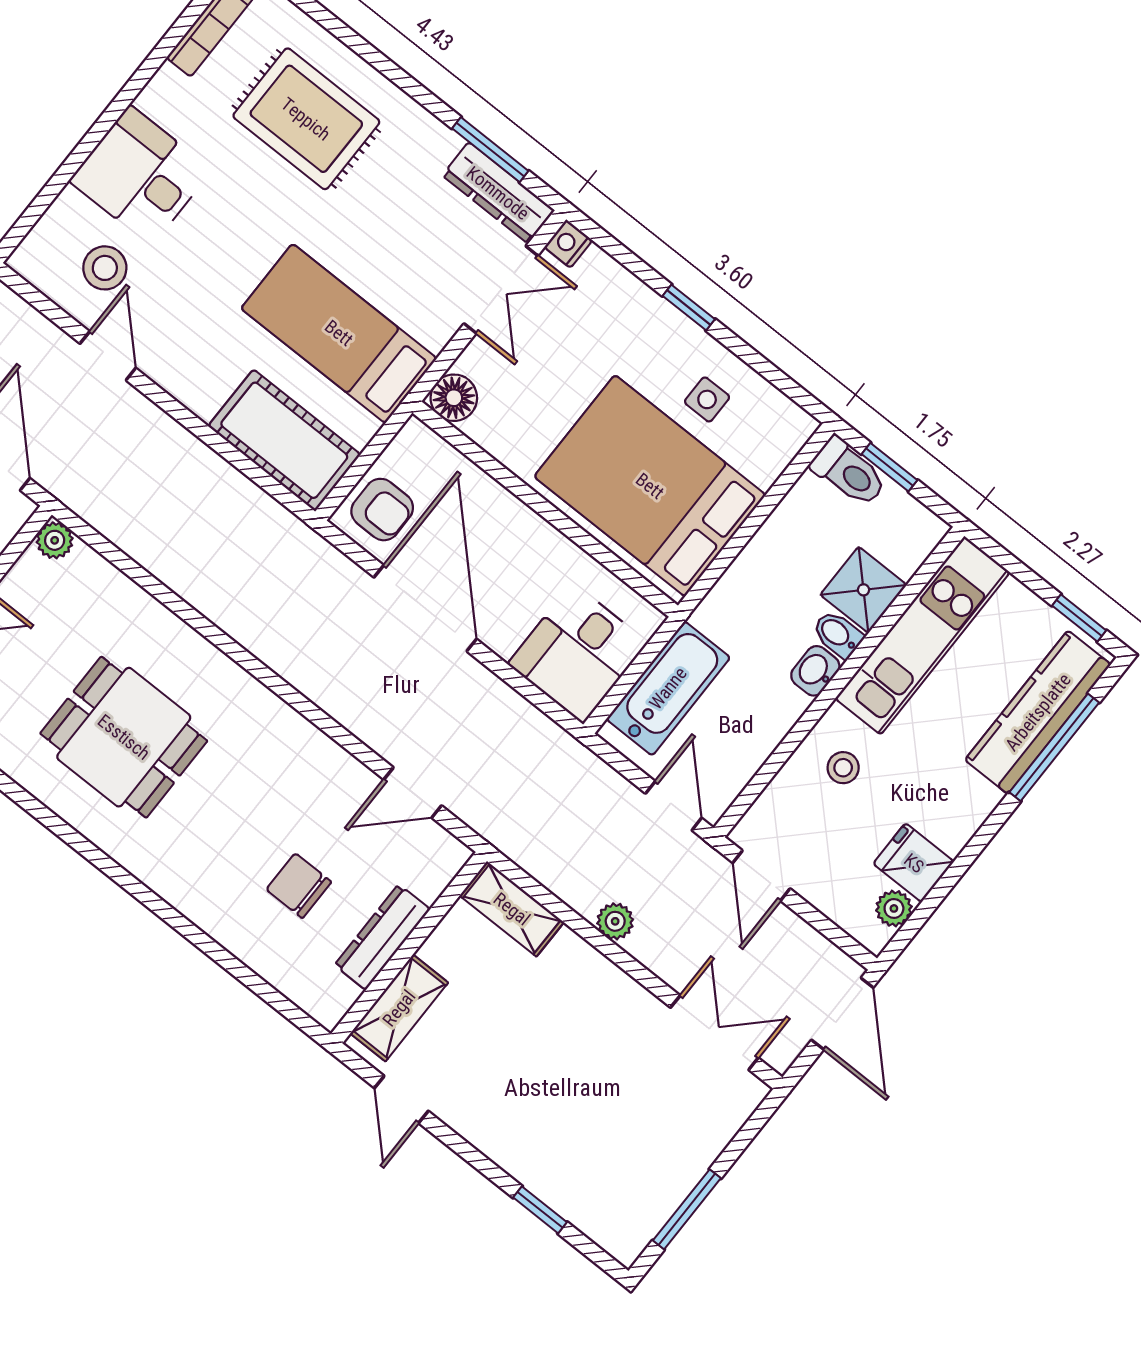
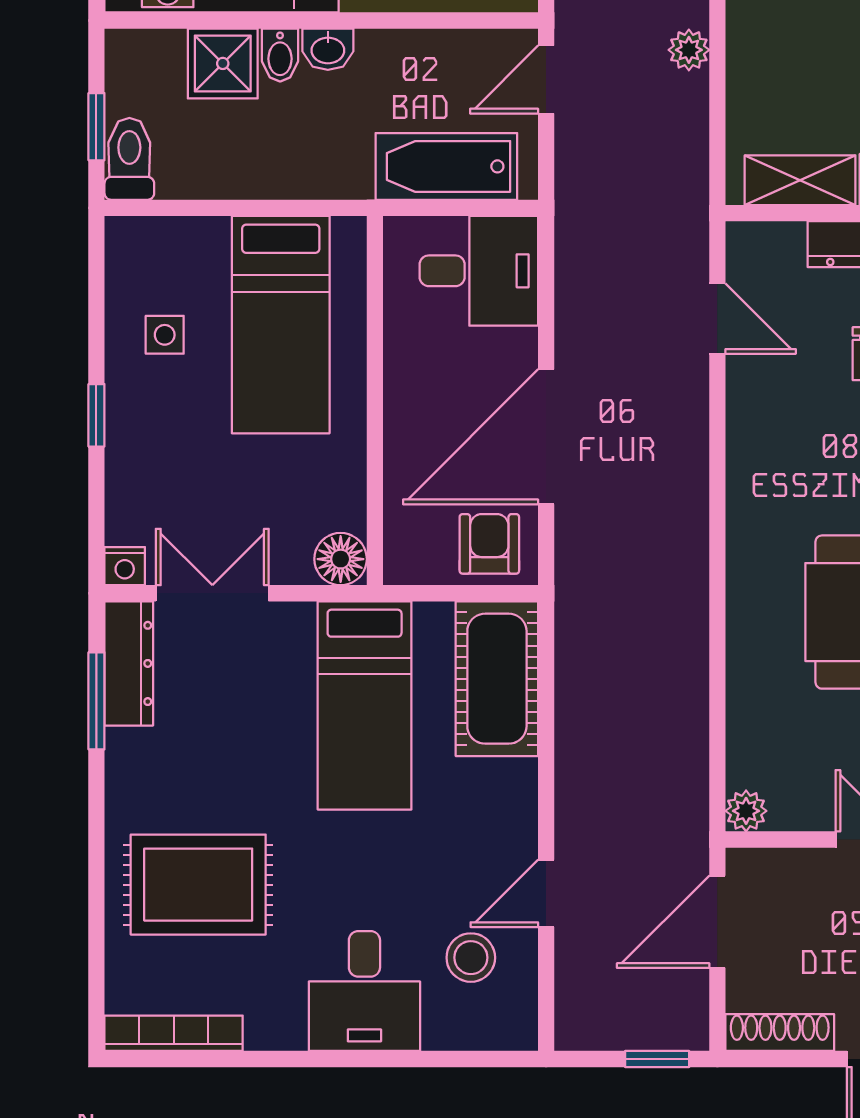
rug: (306, 119) -> (198, 885), turned 90
bed: (650, 486) -> (281, 325), width x0.67
shelving: (512, 909) -> (800, 180), moved, turned 90

